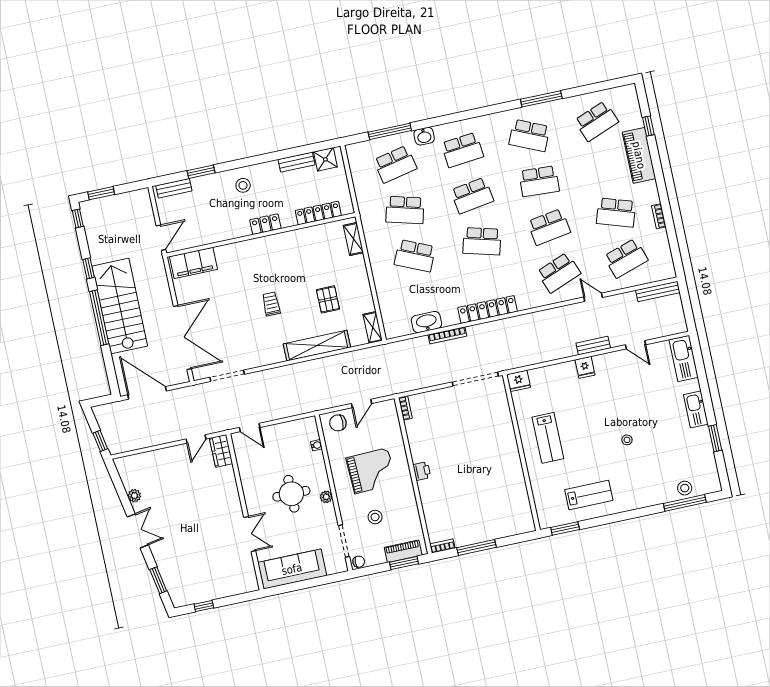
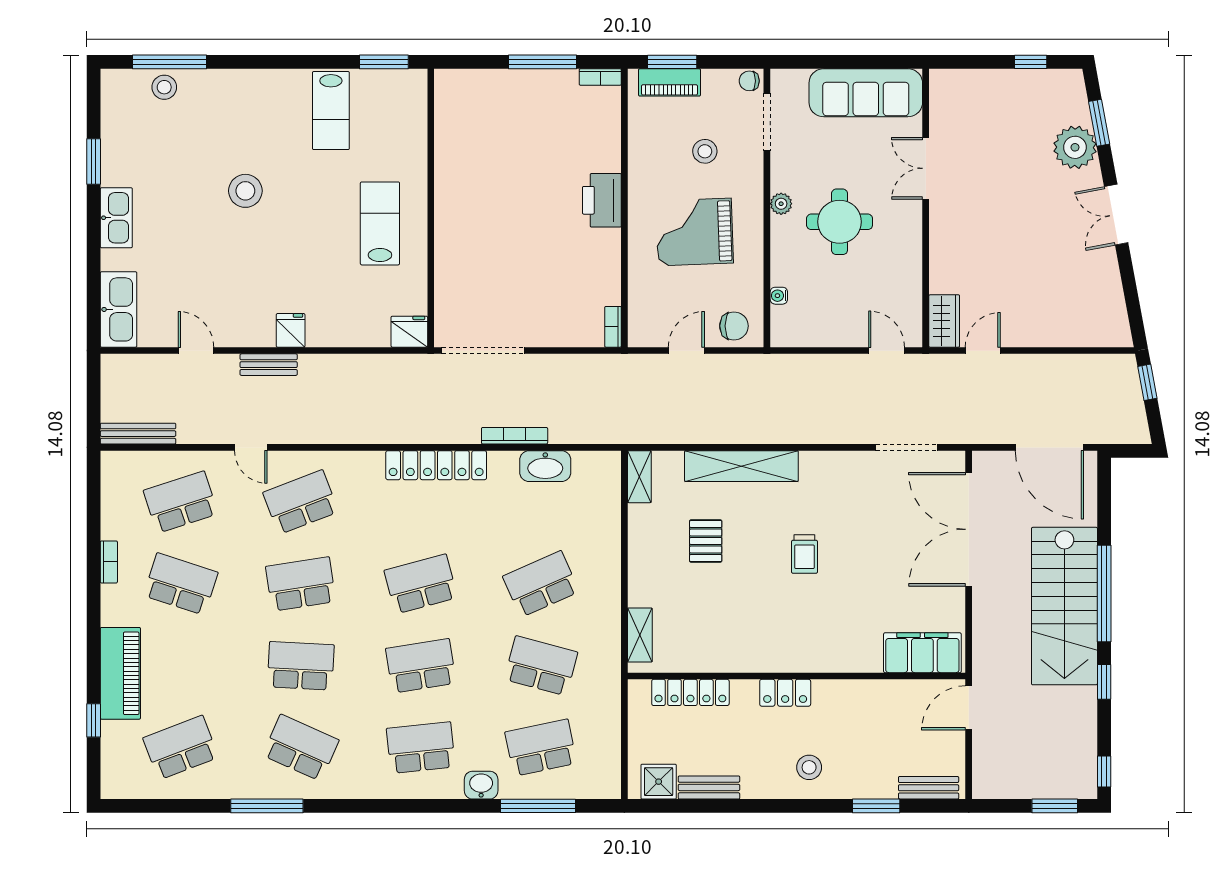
school desk: (482, 241) -> (421, 584), turned -30
school desk: (415, 256) -> (541, 584), turned -48
stool: (627, 440) -> (245, 191), width x1.89, depth x1.89
printer: (422, 471) -> (602, 200), width x1.87, depth x1.48
lab bench: (589, 495) -> (331, 111), turned -90
plant: (134, 496) -> (1075, 147), moved, width x1.88, depth x1.88

